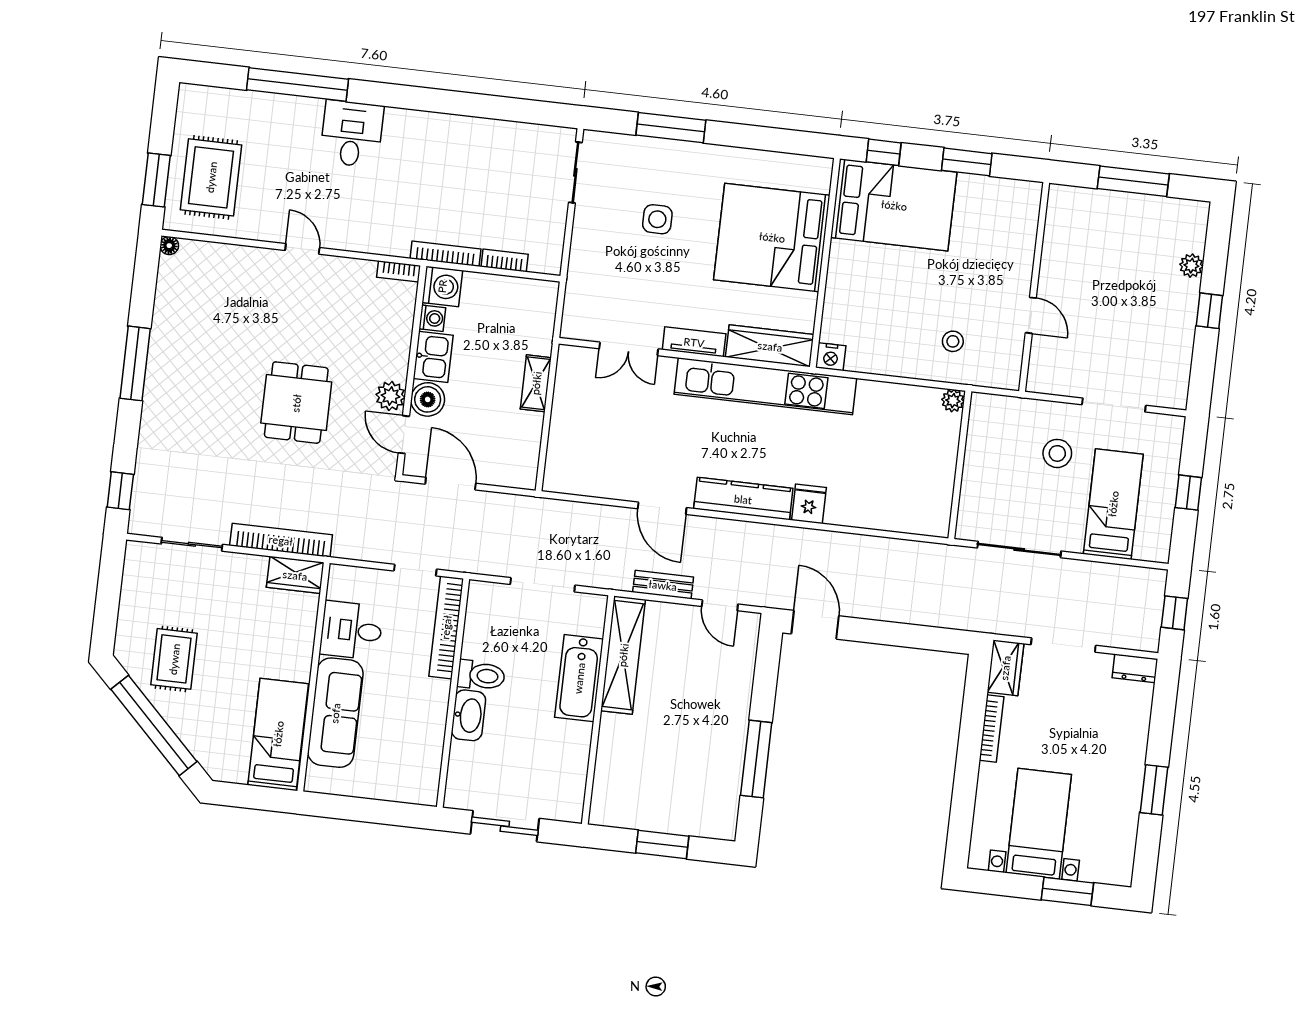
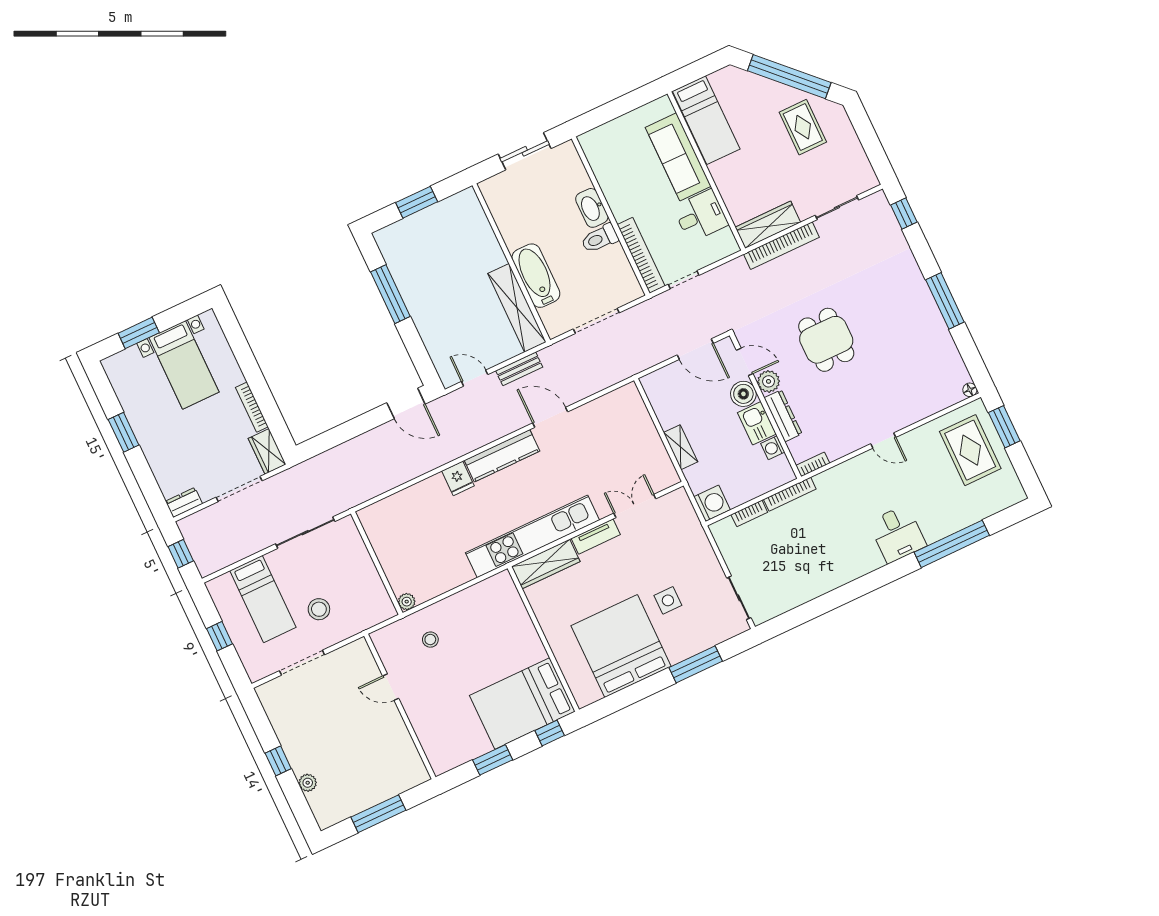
bed: (772, 237) -> (621, 646), moved, turned -90
washing machine: (442, 286) -> (712, 503), moved, turned 180
dresser: (398, 347) -> (783, 416), added
nightstand: (831, 357) -> (502, 581), removed
wardrobe: (295, 575) -> (768, 225), width x1.50

